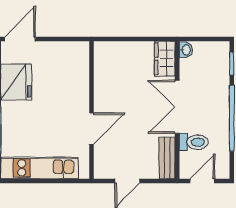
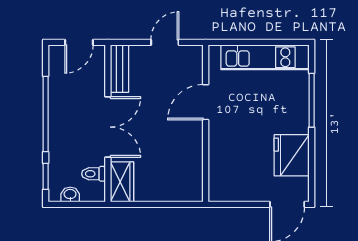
washbasin: (186, 50) -> (70, 195), moved, turned 90
toilet: (194, 142) -> (94, 174), moved, width x0.73, depth x0.72

